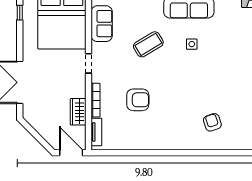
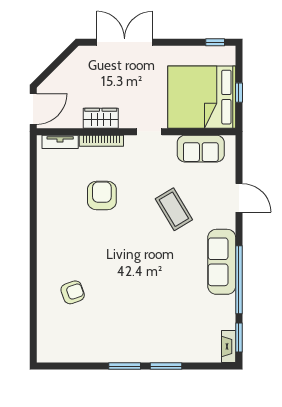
side table: (192, 44) -> (174, 266), removed
armchair: (138, 100) -> (102, 196), turned 180
wardrobe: (78, 112) -> (101, 118), moved

